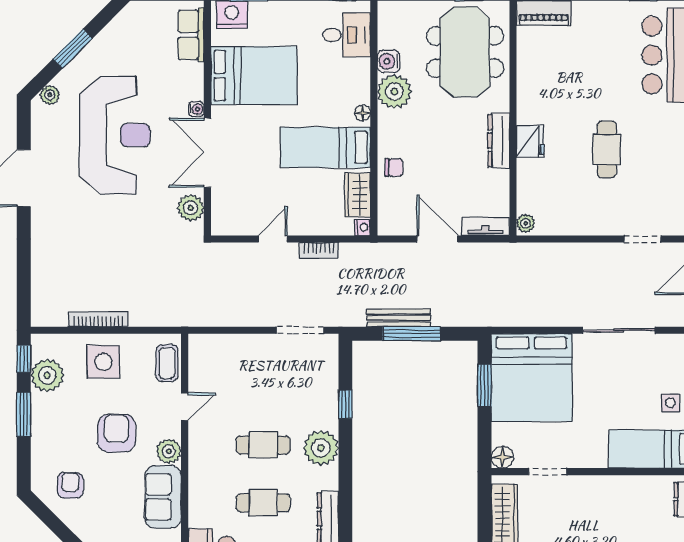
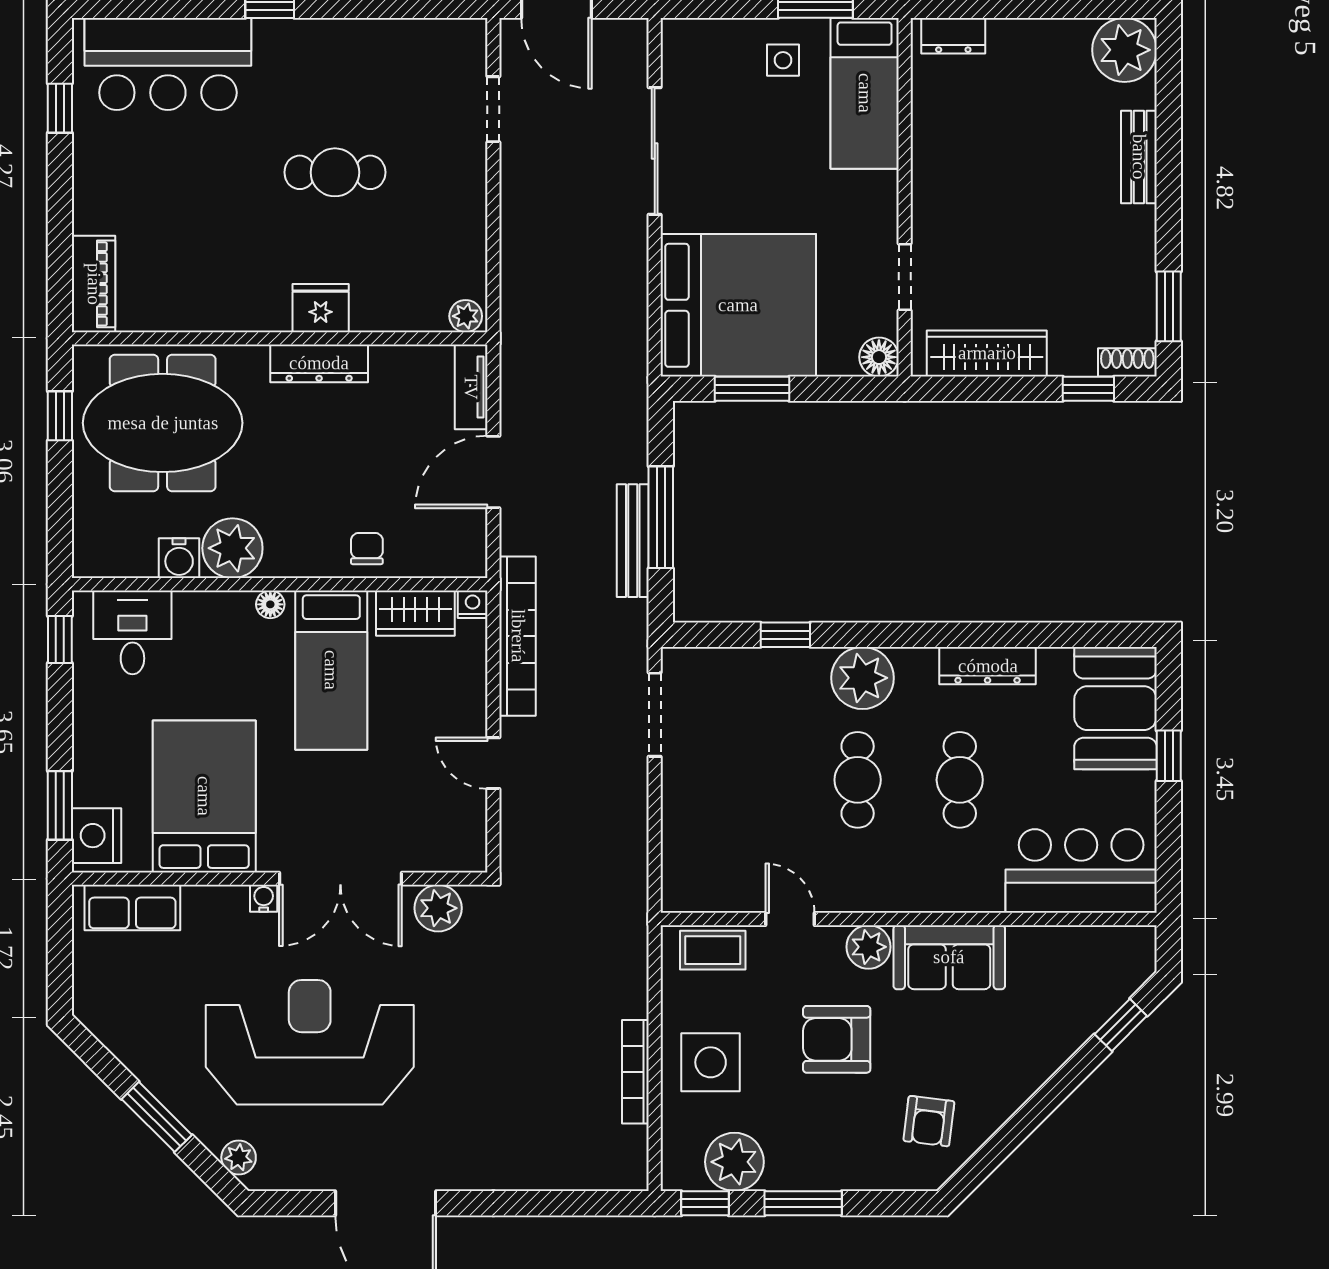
bookcase: (319, 250) -> (518, 636), width x2.31, depth x1.31
armchair: (70, 485) -> (929, 1121), turned -83

